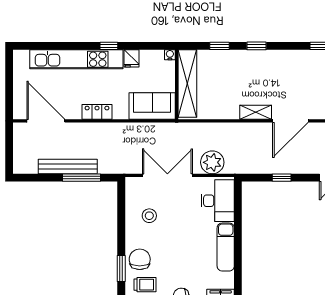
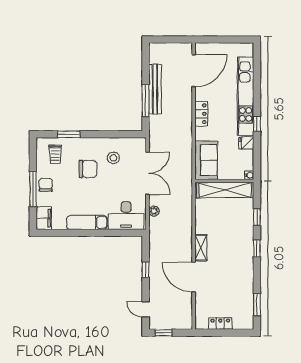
plant: (212, 162) -> (154, 211), width x0.53, depth x0.53
chair: (140, 259) -> (88, 169), moved

